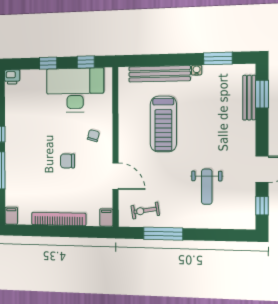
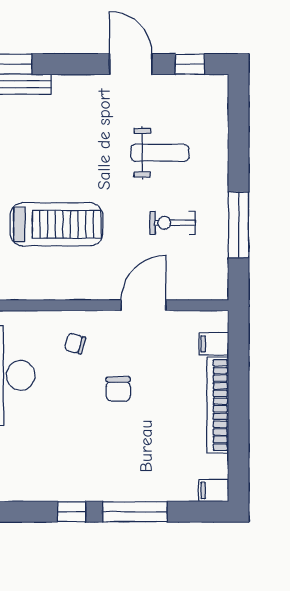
exercise bike: (145, 211) -> (172, 223), moved, turned 99
filing cabinet: (106, 218) -> (214, 344), moved

